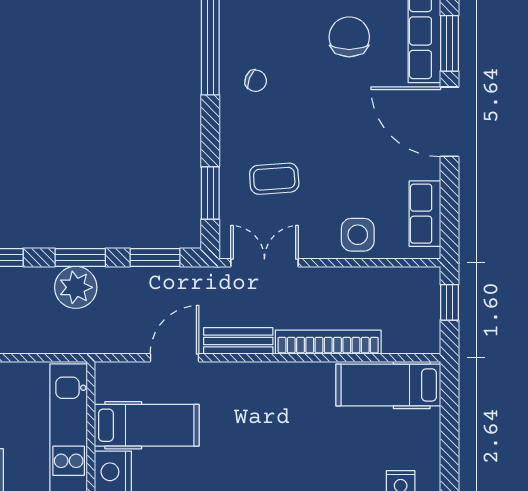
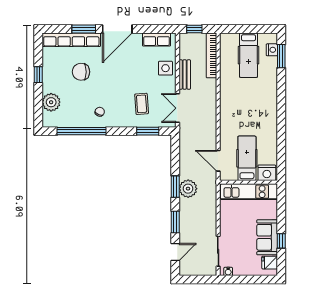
window: (155, 257) -> (175, 155), removed
bench: (238, 341) -> (185, 75), moved
bookcase: (328, 342) -> (211, 55), moved
door: (175, 358) -> (218, 161), moved
hospital bed: (388, 385) -> (249, 55), moved

